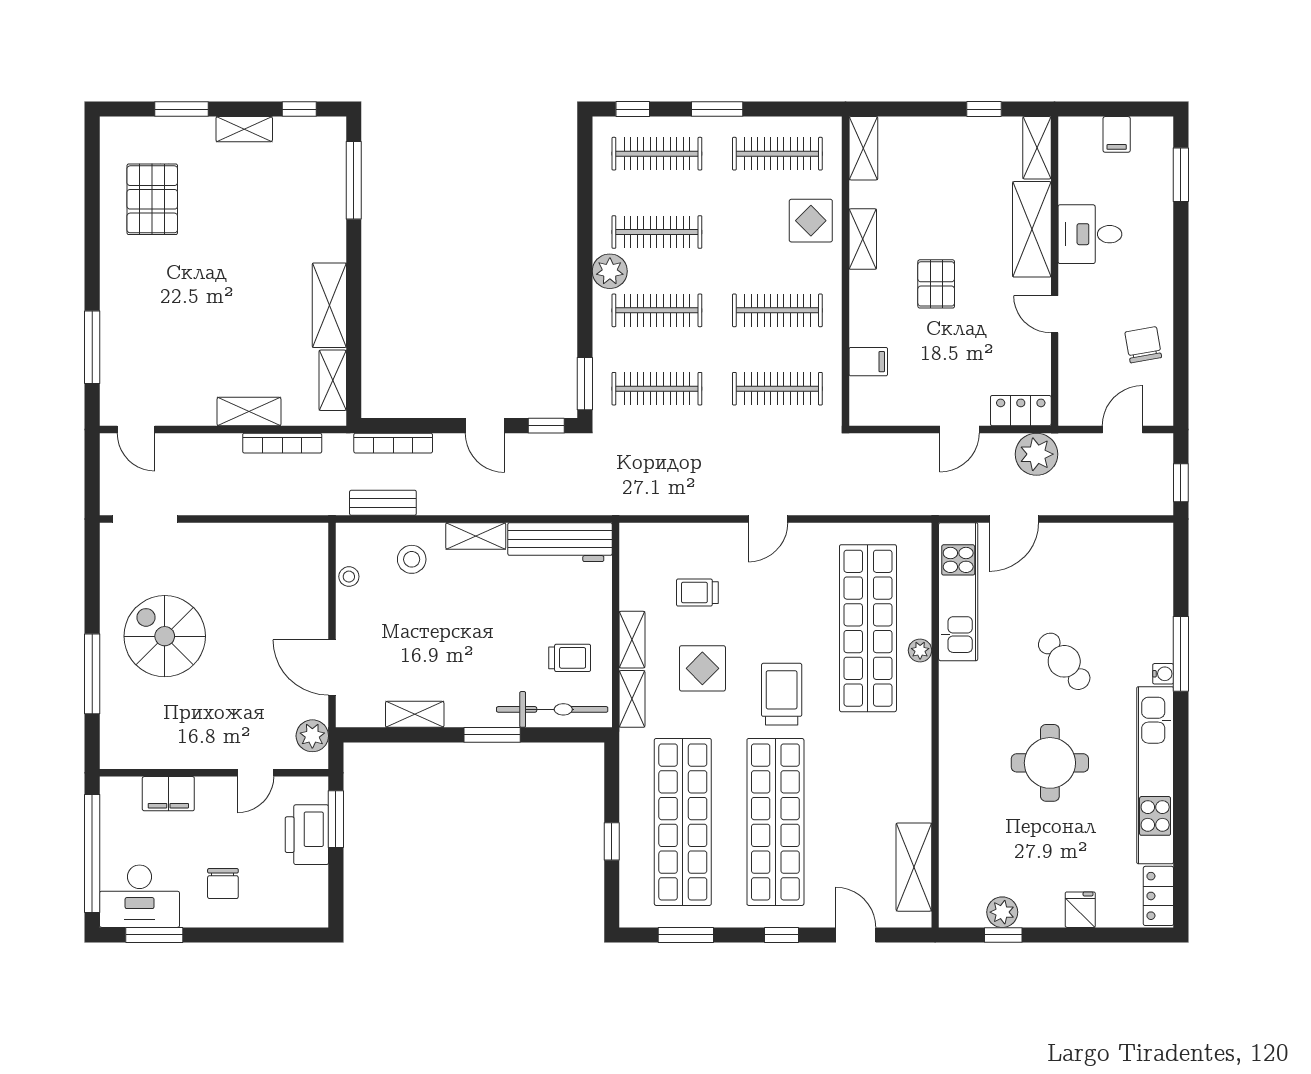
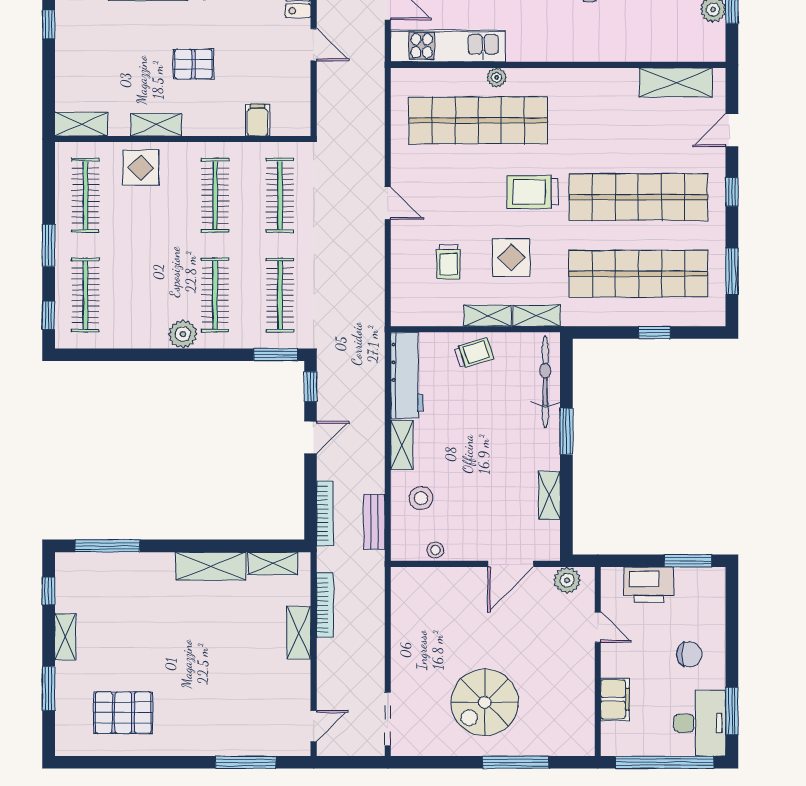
clothes rail: (657, 232) -> (150, 295), removed
trolley: (570, 658) -> (474, 353), moved, turned 73
window: (336, 819) -> (688, 561), moved

